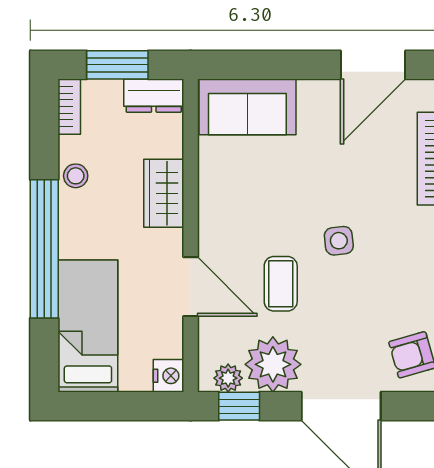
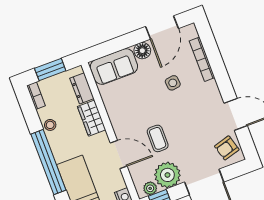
dresser: (154, 96) -> (82, 88), moved, turned 90
floor lamp: (316, 96) -> (142, 51), added
side table: (339, 241) -> (173, 83), moved

